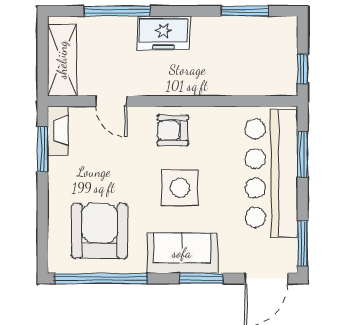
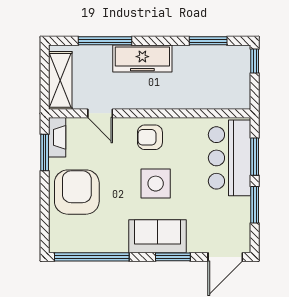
freezer: (164, 33) -> (142, 58), width x1.40
window: (303, 69) -> (255, 61), moved
bar counter: (271, 173) -> (230, 158), width x0.73
armchair: (100, 231) -> (77, 192), moved
window: (303, 244) -> (255, 205), moved

